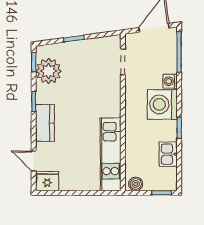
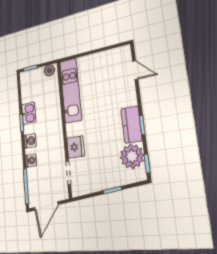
washing machine: (162, 104) -> (30, 141), width x0.53, depth x0.53
kitchen counter: (45, 123) -> (131, 125), moved
kitchen sink: (168, 154) -> (29, 113), moved
fridge: (47, 181) -> (76, 147), moved, turned -90

